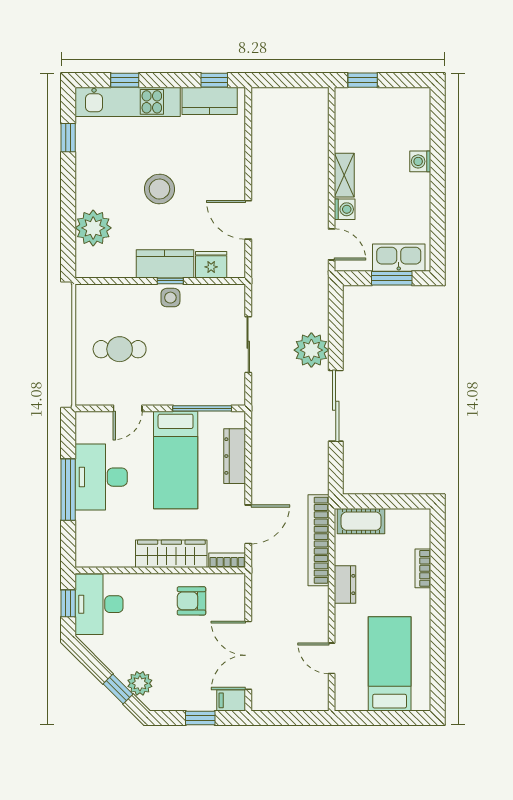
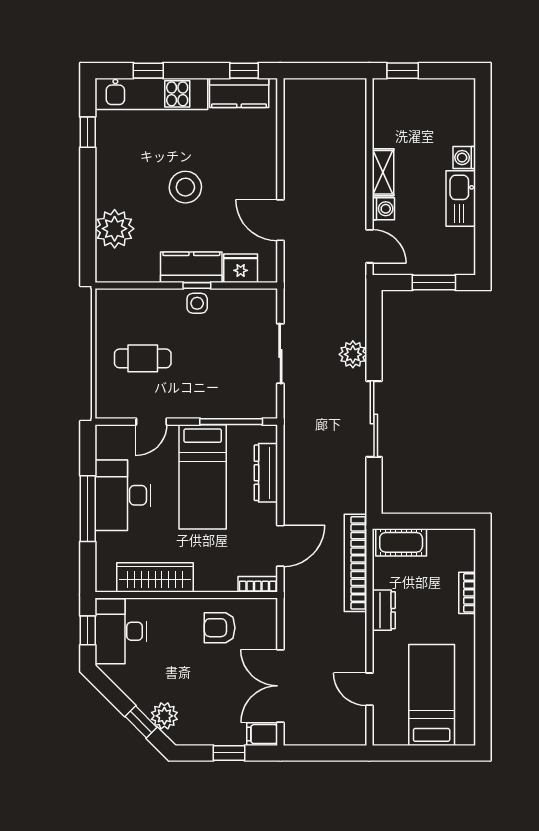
kitchen sink: (399, 258) -> (461, 199), moved, turned -90
plant: (311, 350) -> (353, 354), width x0.73, depth x0.73
wardrobe: (171, 554) -> (155, 577), moved

